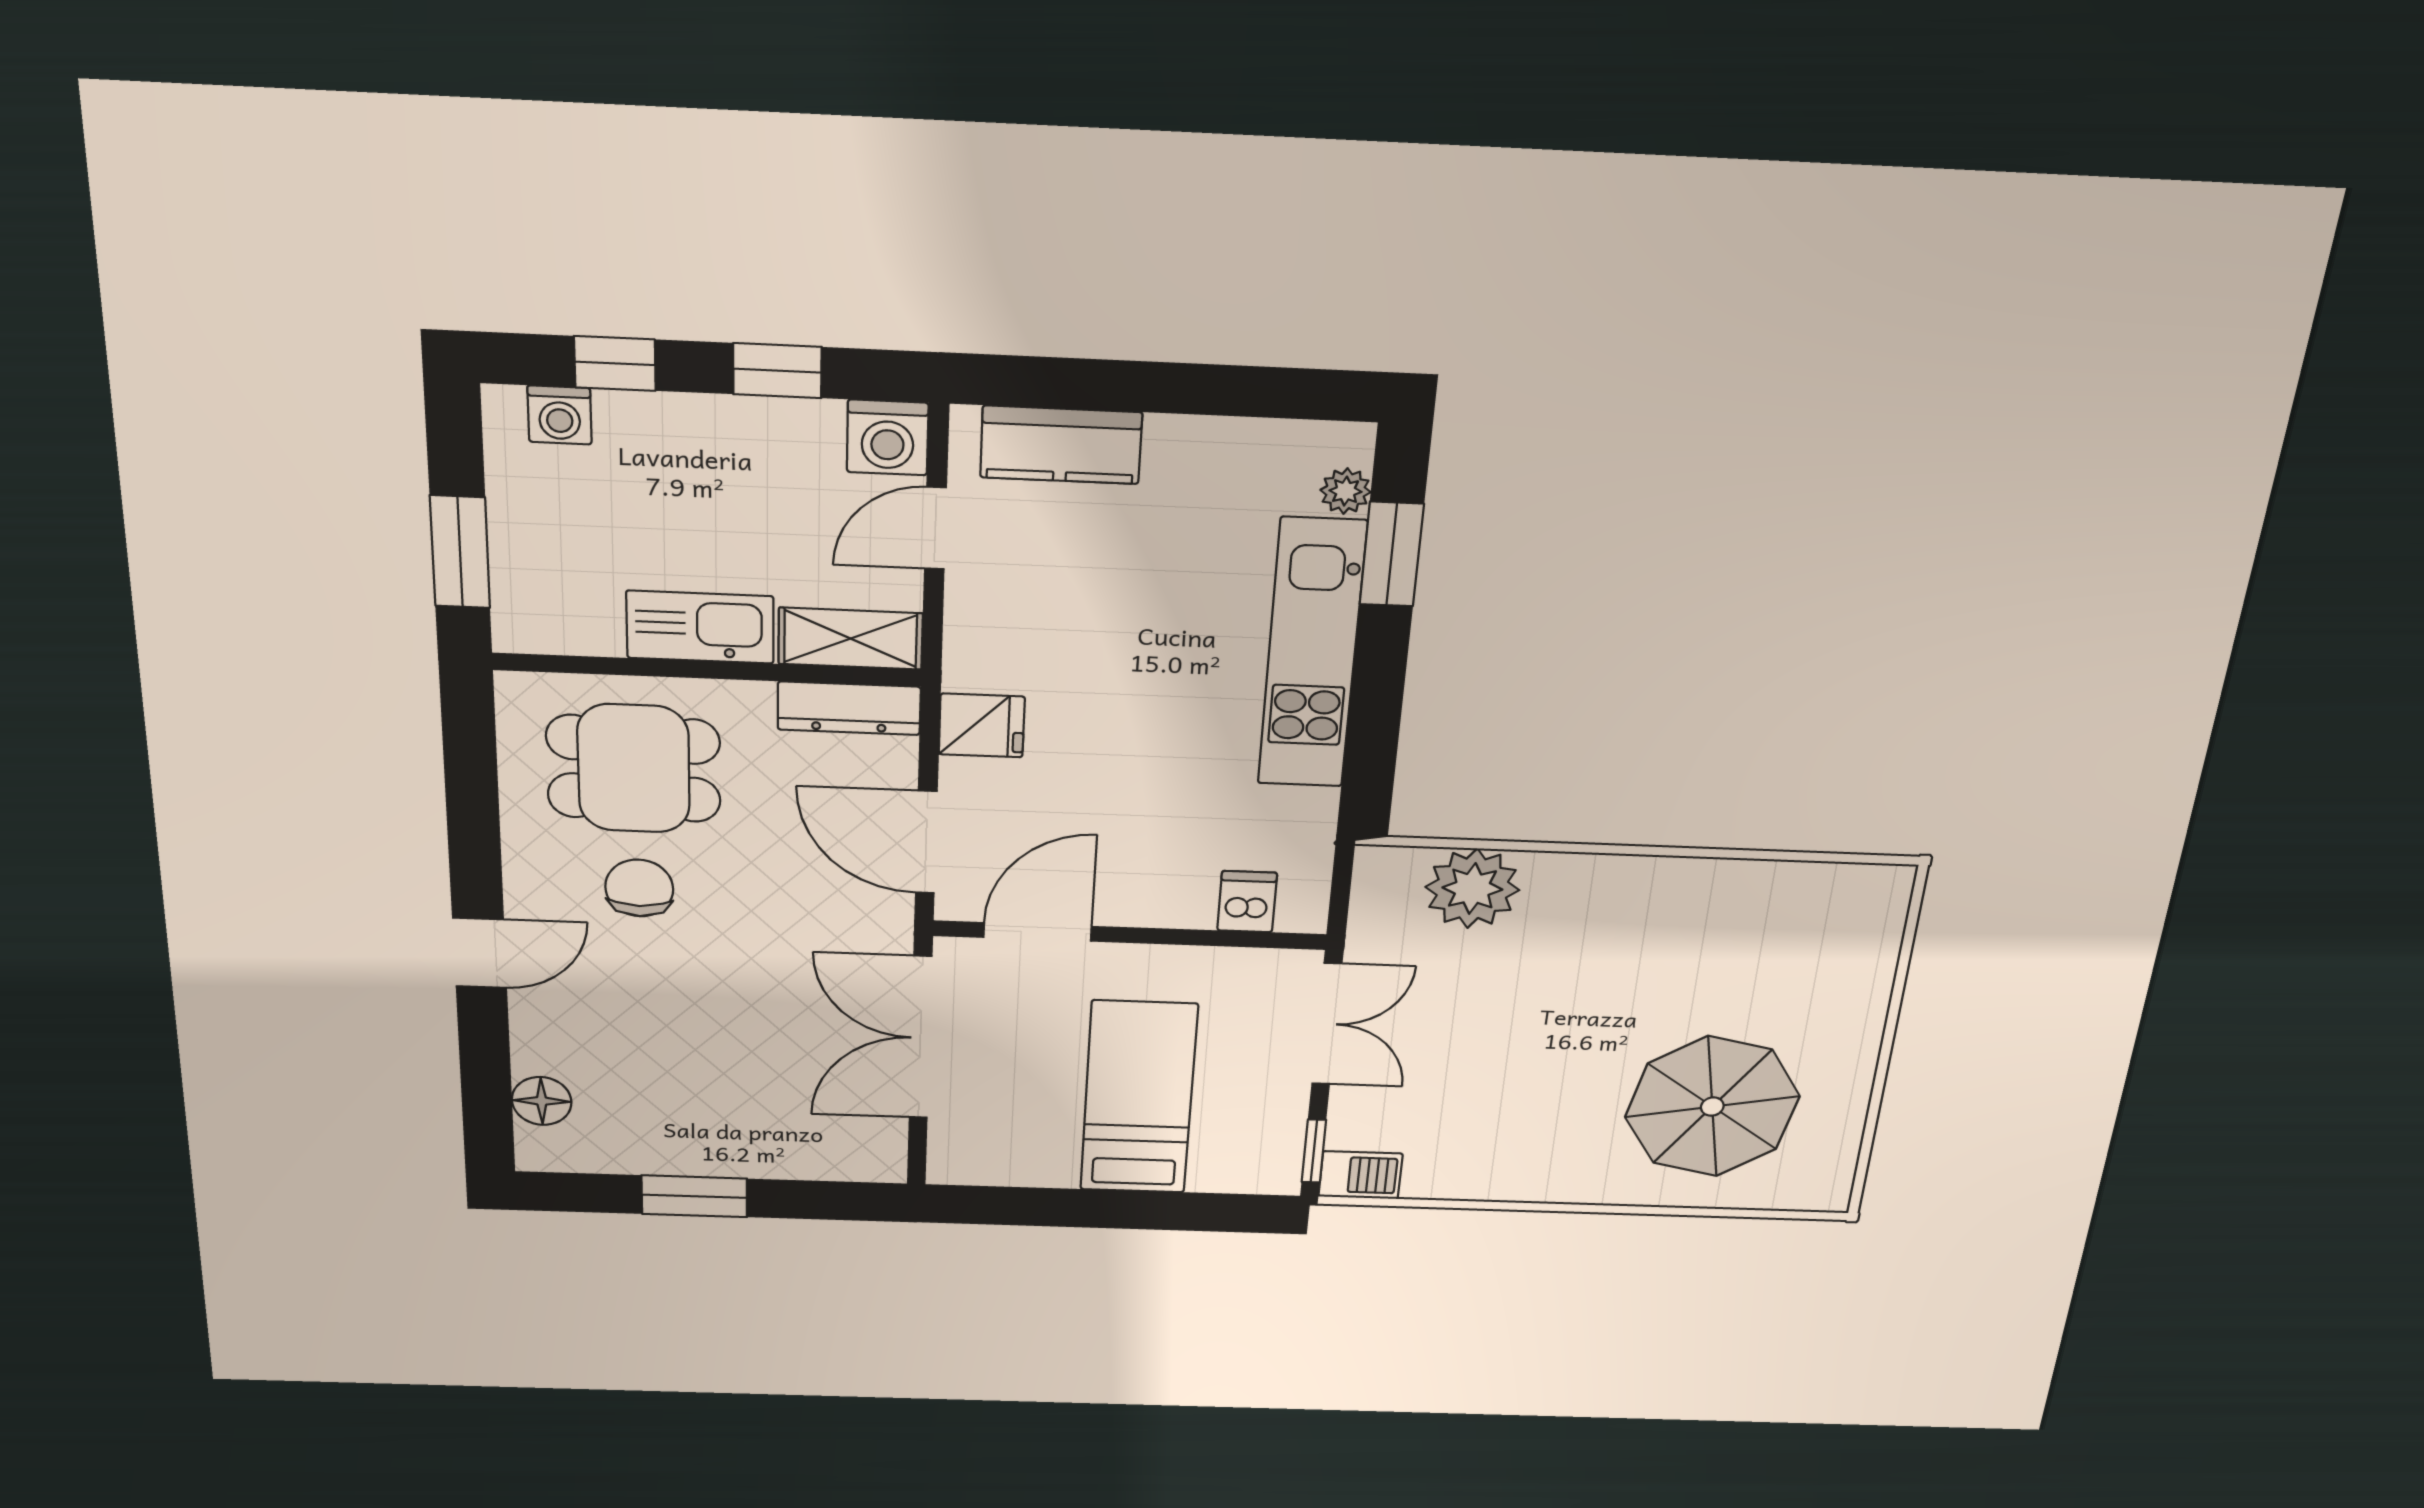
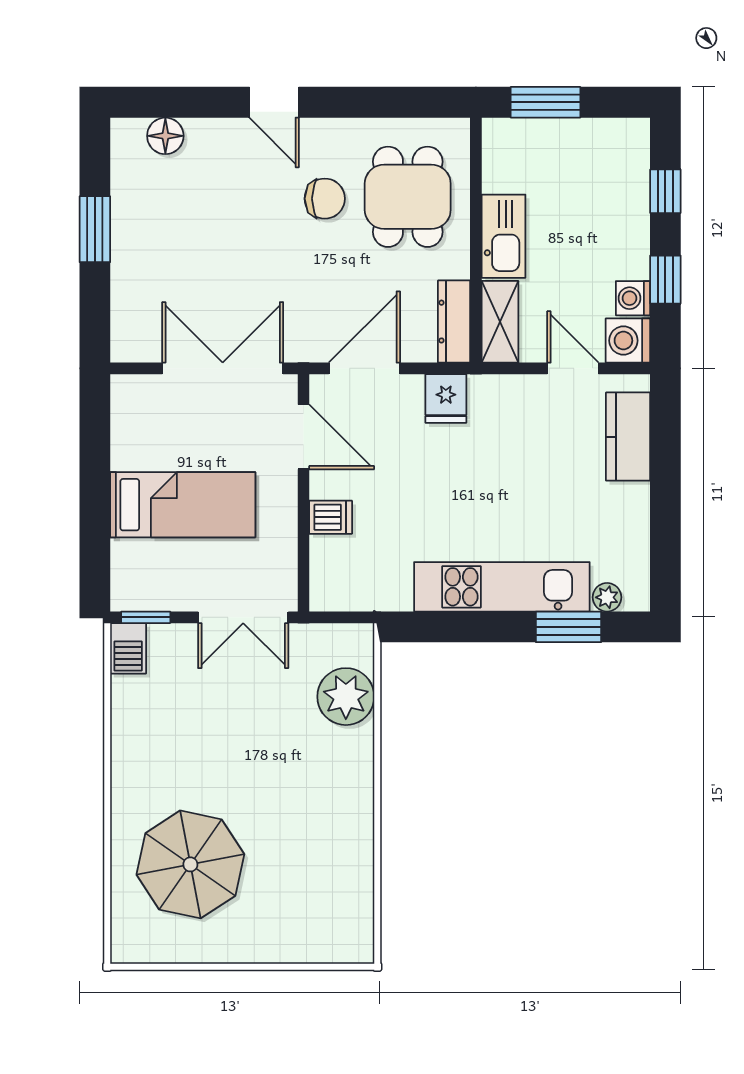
washing machine: (560, 415) -> (633, 298), moved
dishwasher: (1247, 902) -> (331, 517), moved

